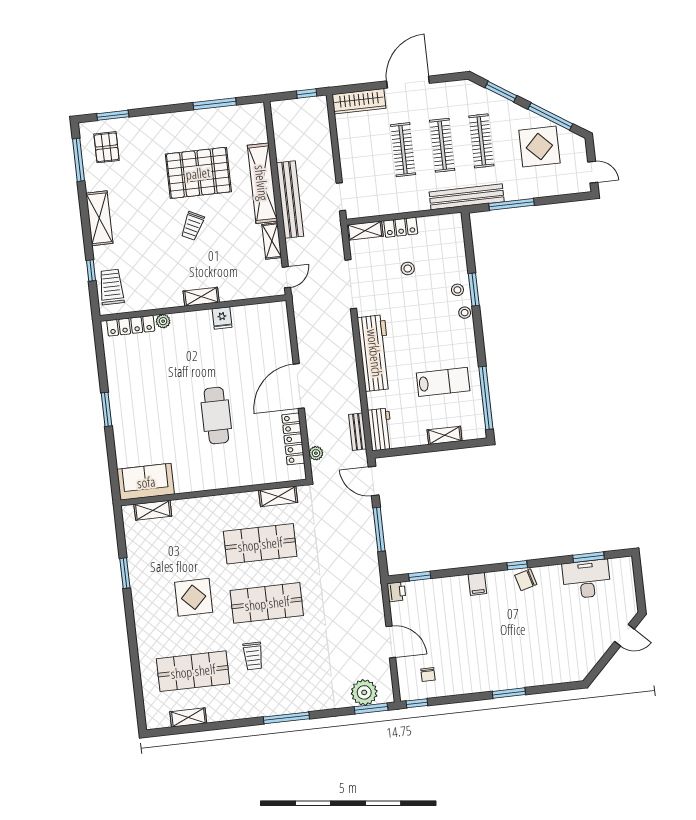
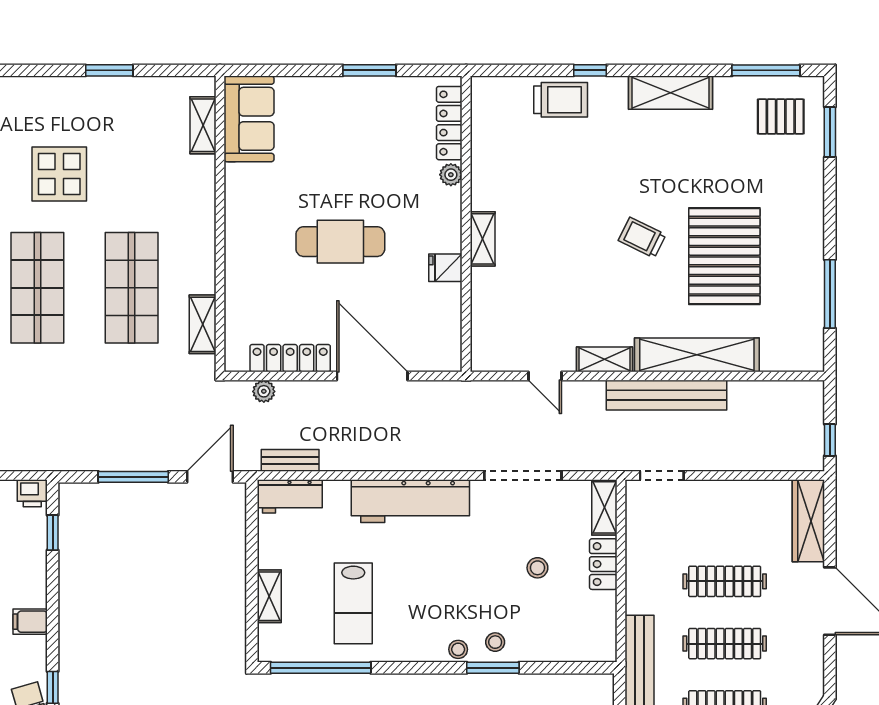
shelving: (201, 297) -> (483, 239), moved
wall: (193, 308) -> (466, 224), moved
fridge: (222, 318) -> (445, 268), moved
plant: (163, 321) -> (451, 175), moved
locker: (131, 326) -> (449, 123), moved

